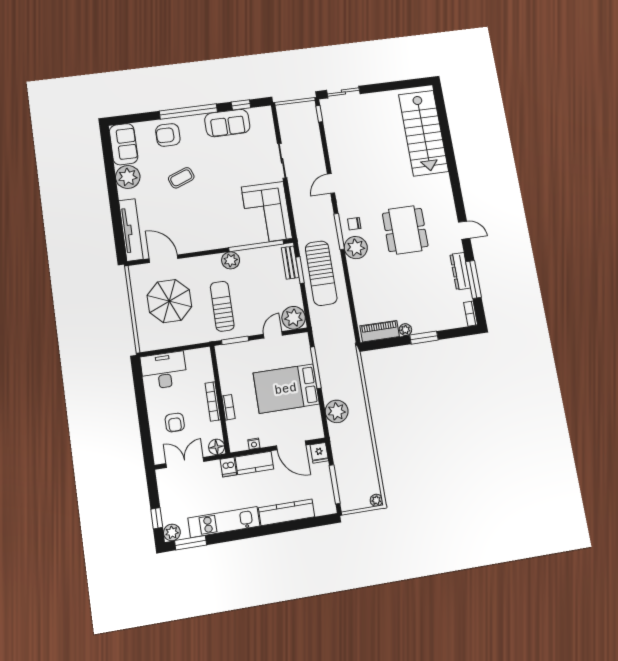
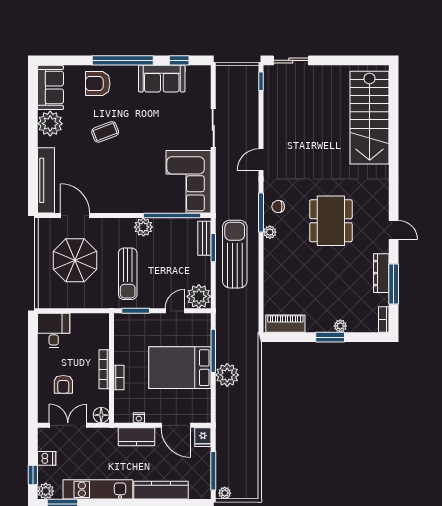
plant: (356, 248) -> (270, 232), width x0.53, depth x0.53
sun lounger: (321, 273) -> (235, 254), turned 180
sun lounger: (222, 306) -> (128, 274), turned 180
plant: (405, 330) -> (340, 326), moved
desk: (164, 371) -> (54, 331), width x0.73
plant: (337, 411) -> (227, 375), moved
dishwasher: (228, 467) -> (47, 458), moved, turned -90
plant: (376, 500) -> (225, 493), moved

